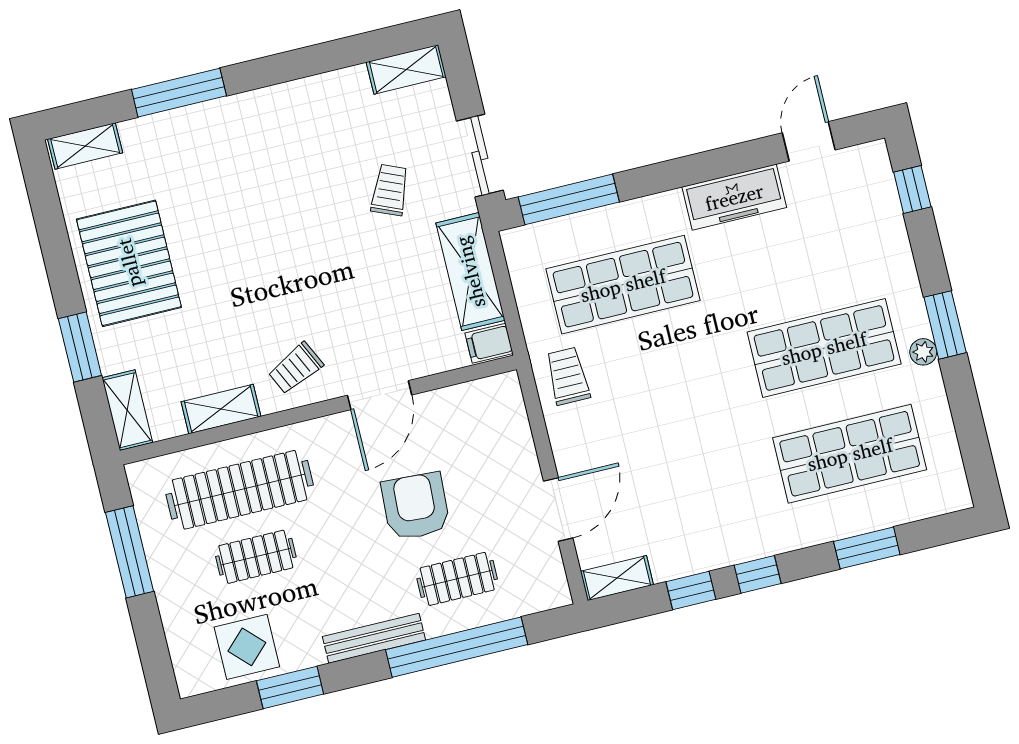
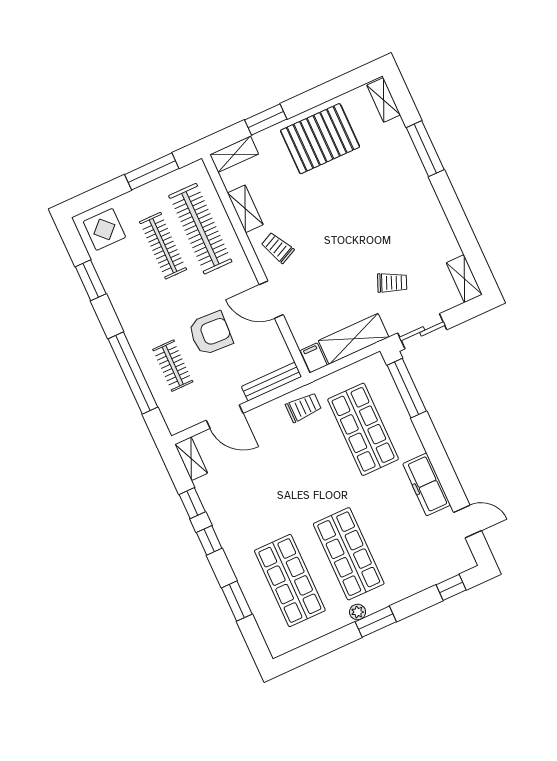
clothes rail: (256, 557) -> (163, 246), width x1.36
bench: (374, 638) -> (271, 382), moved, turned 90
display table: (247, 647) -> (104, 229), moved

